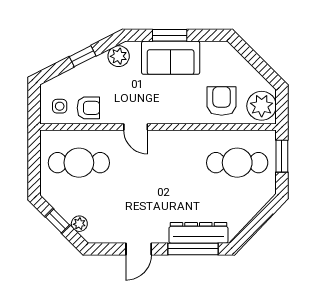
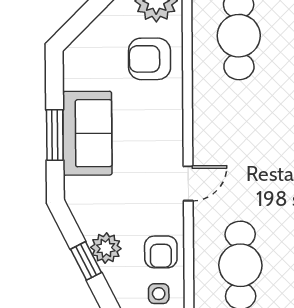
plant: (119, 56) -> (106, 248), moved
armchair: (88, 108) -> (161, 252), turned 180

